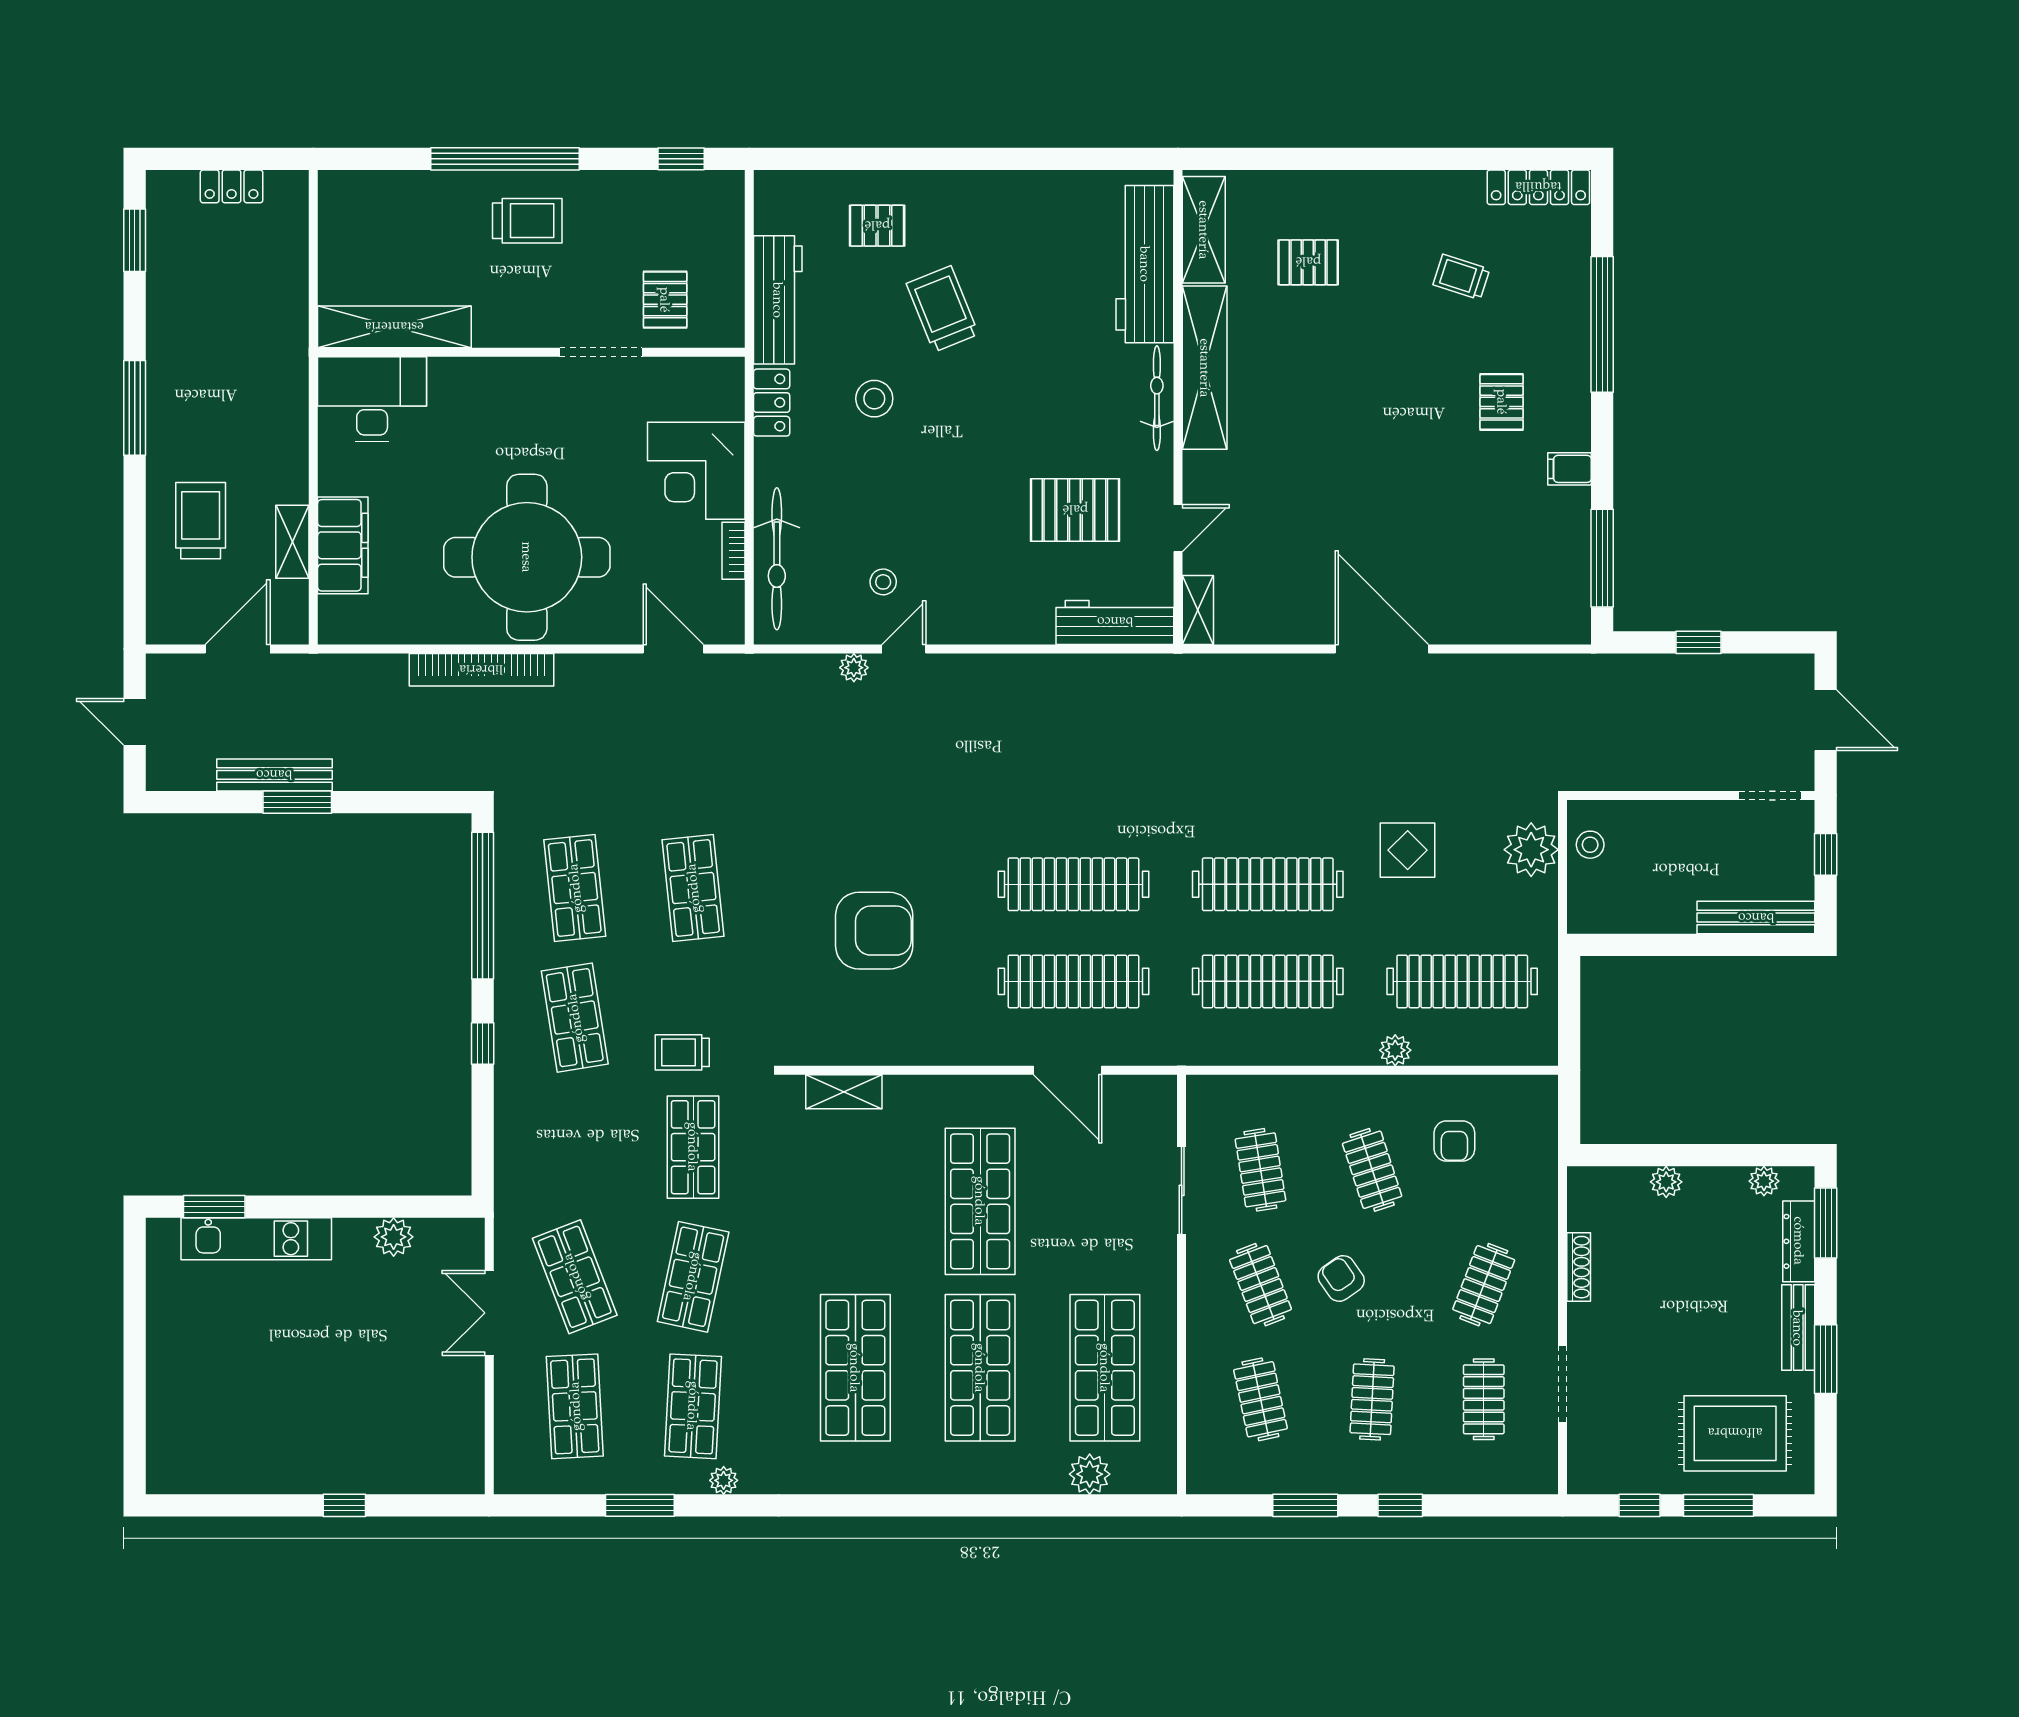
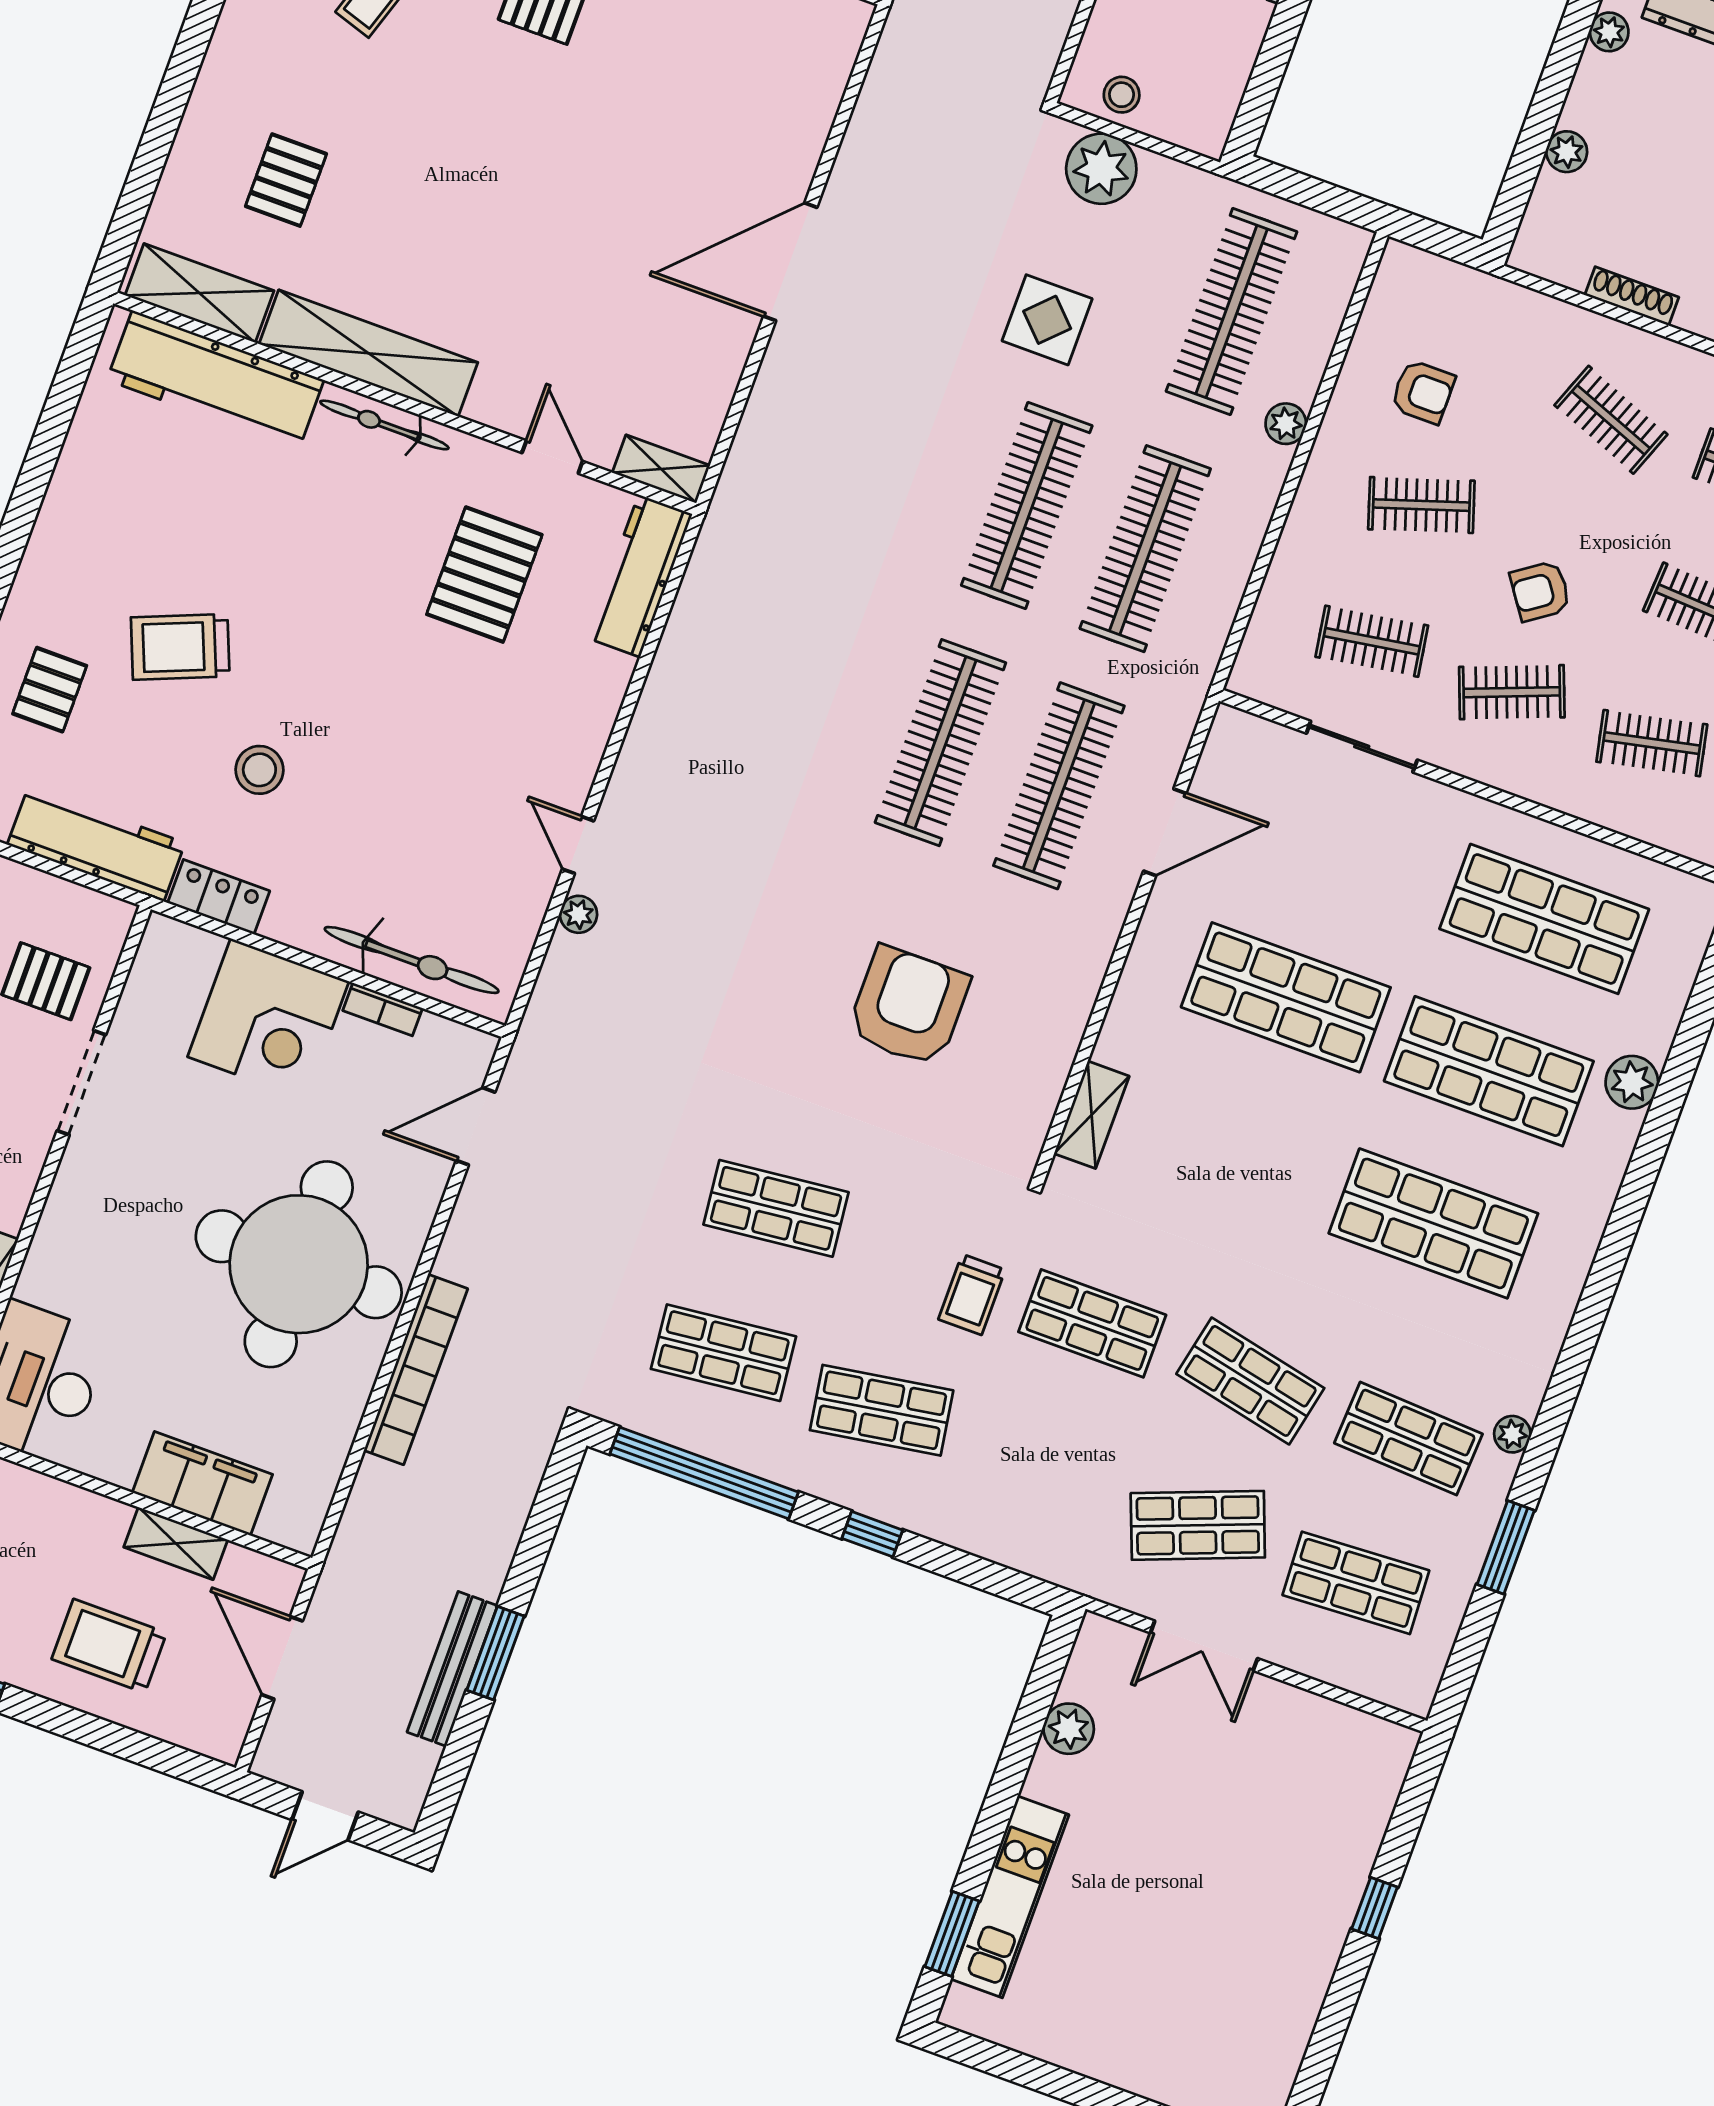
stool: (883, 582) -> (487, 840), removed
plant: (1090, 1474) -> (1632, 1082), moved

